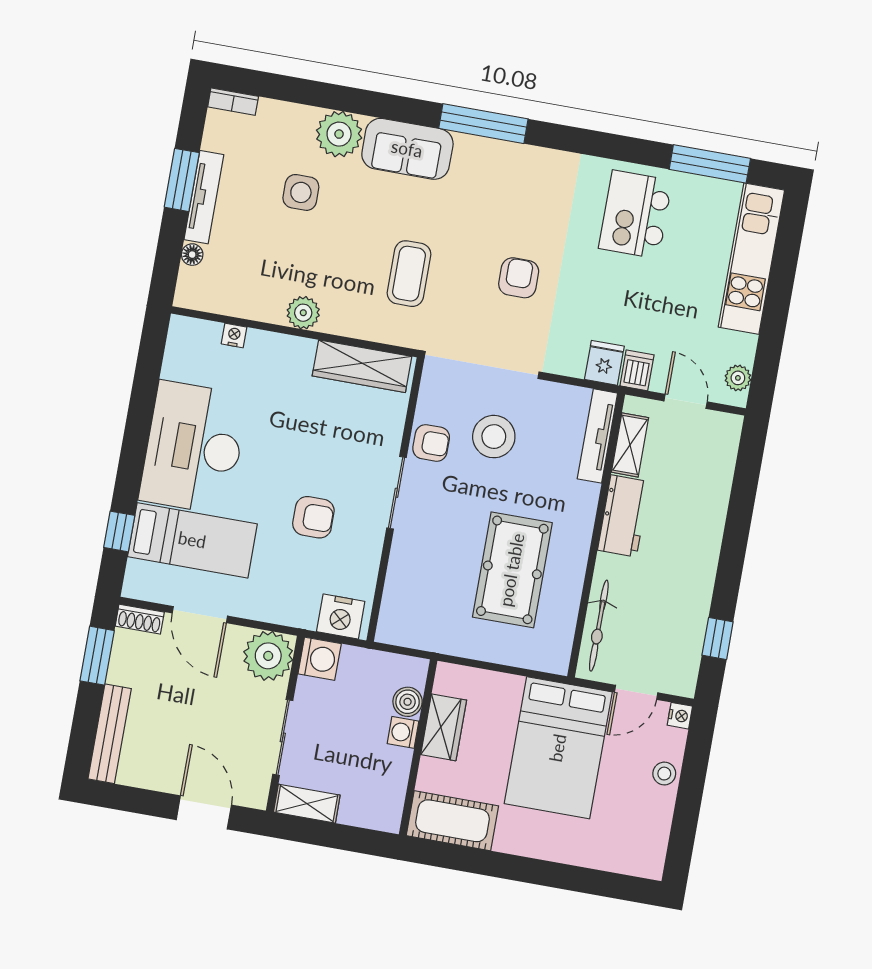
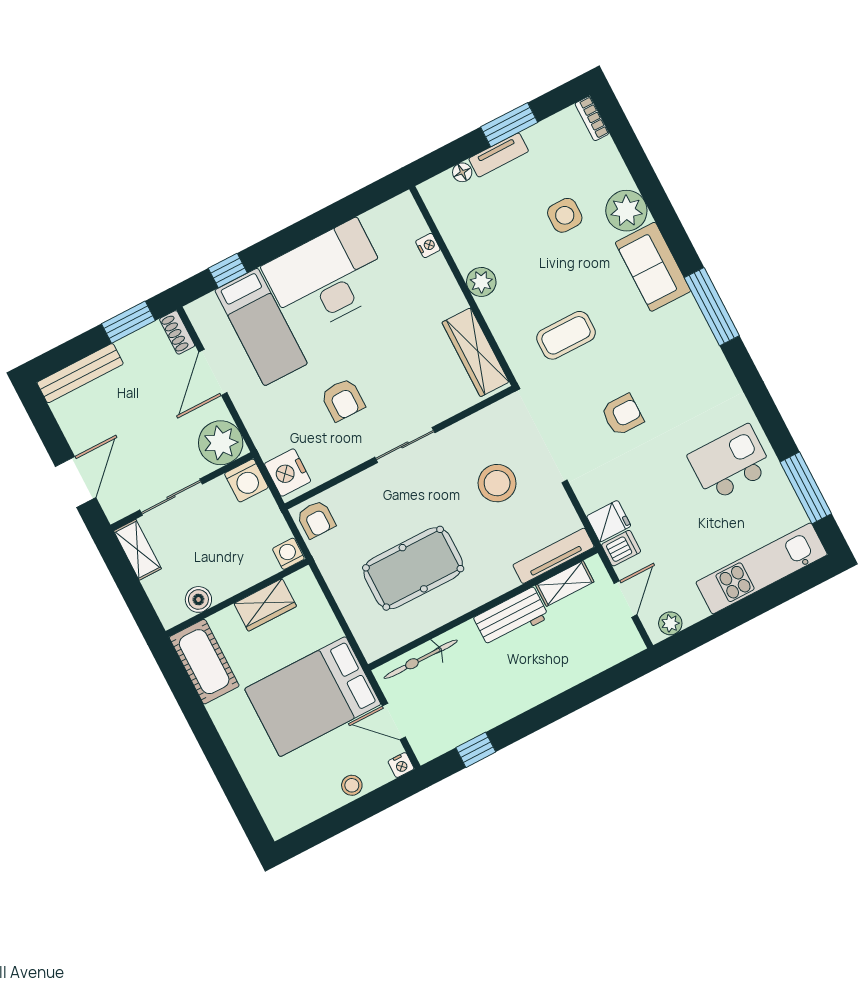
tv unit: (204, 197) -> (499, 155), width x0.71
armchair: (431, 443) -> (316, 519), moved
boiler: (408, 702) -> (198, 599), moved
washing machine: (403, 732) -> (288, 554), moved

